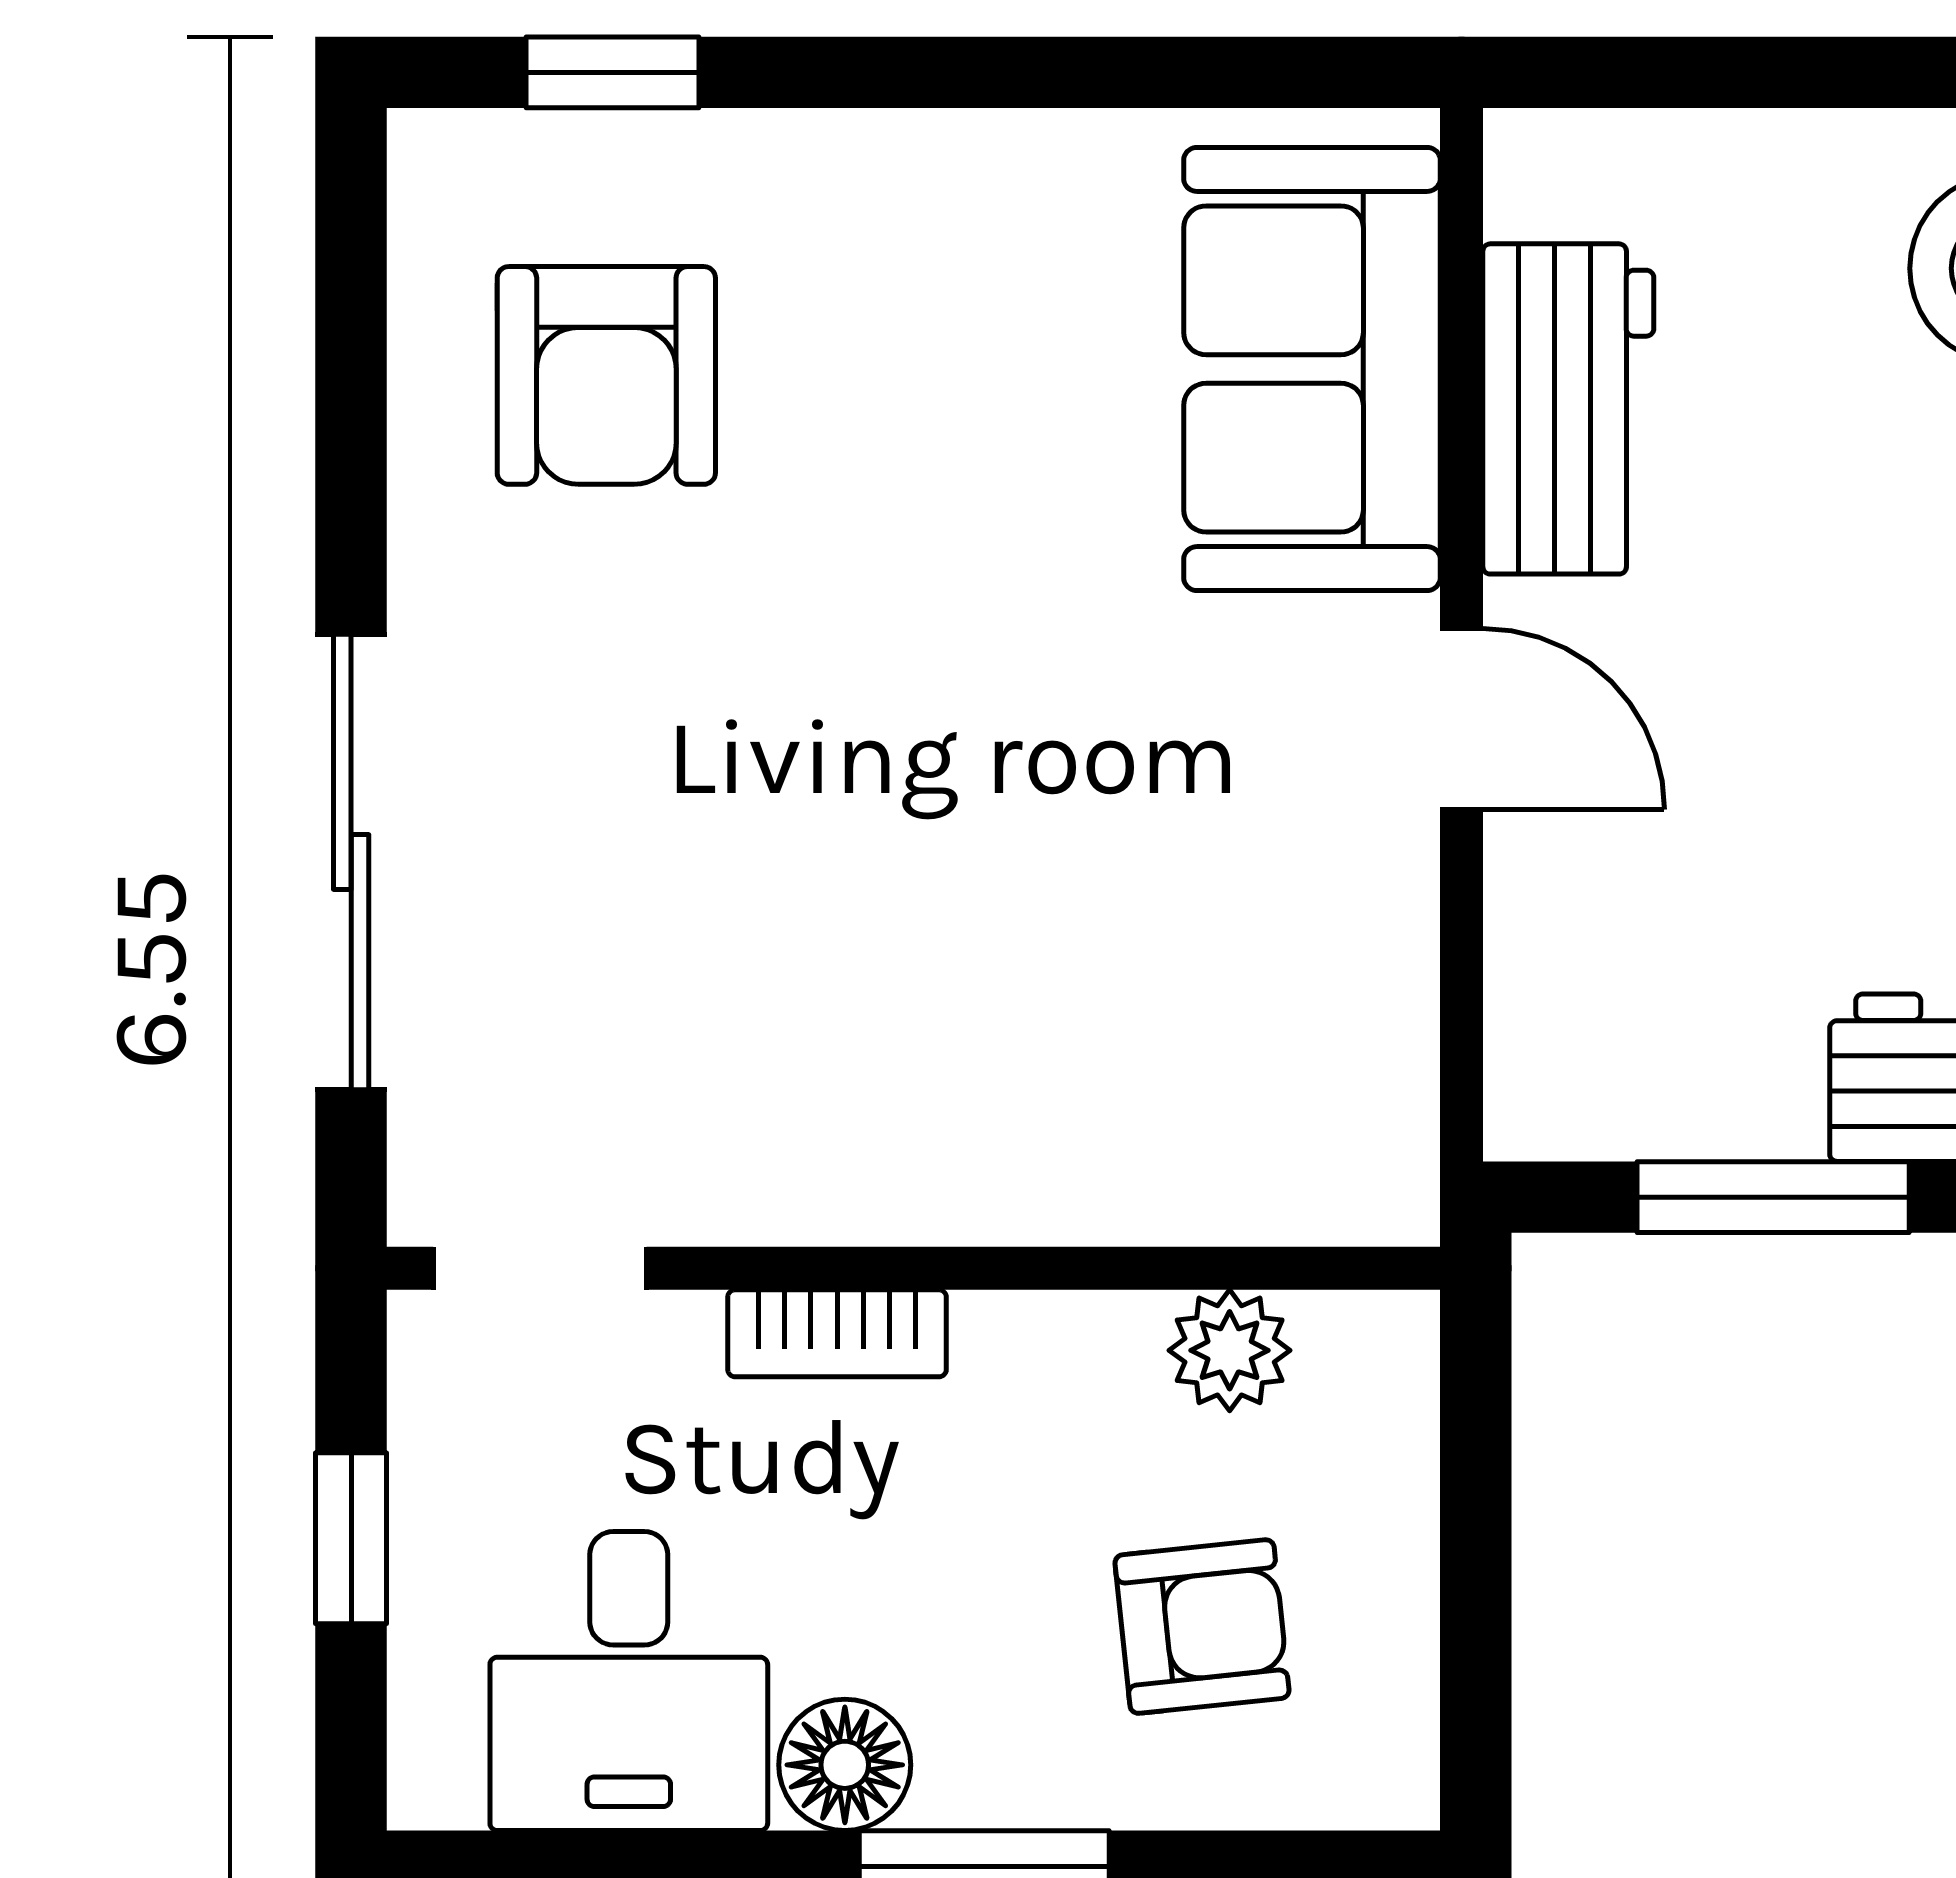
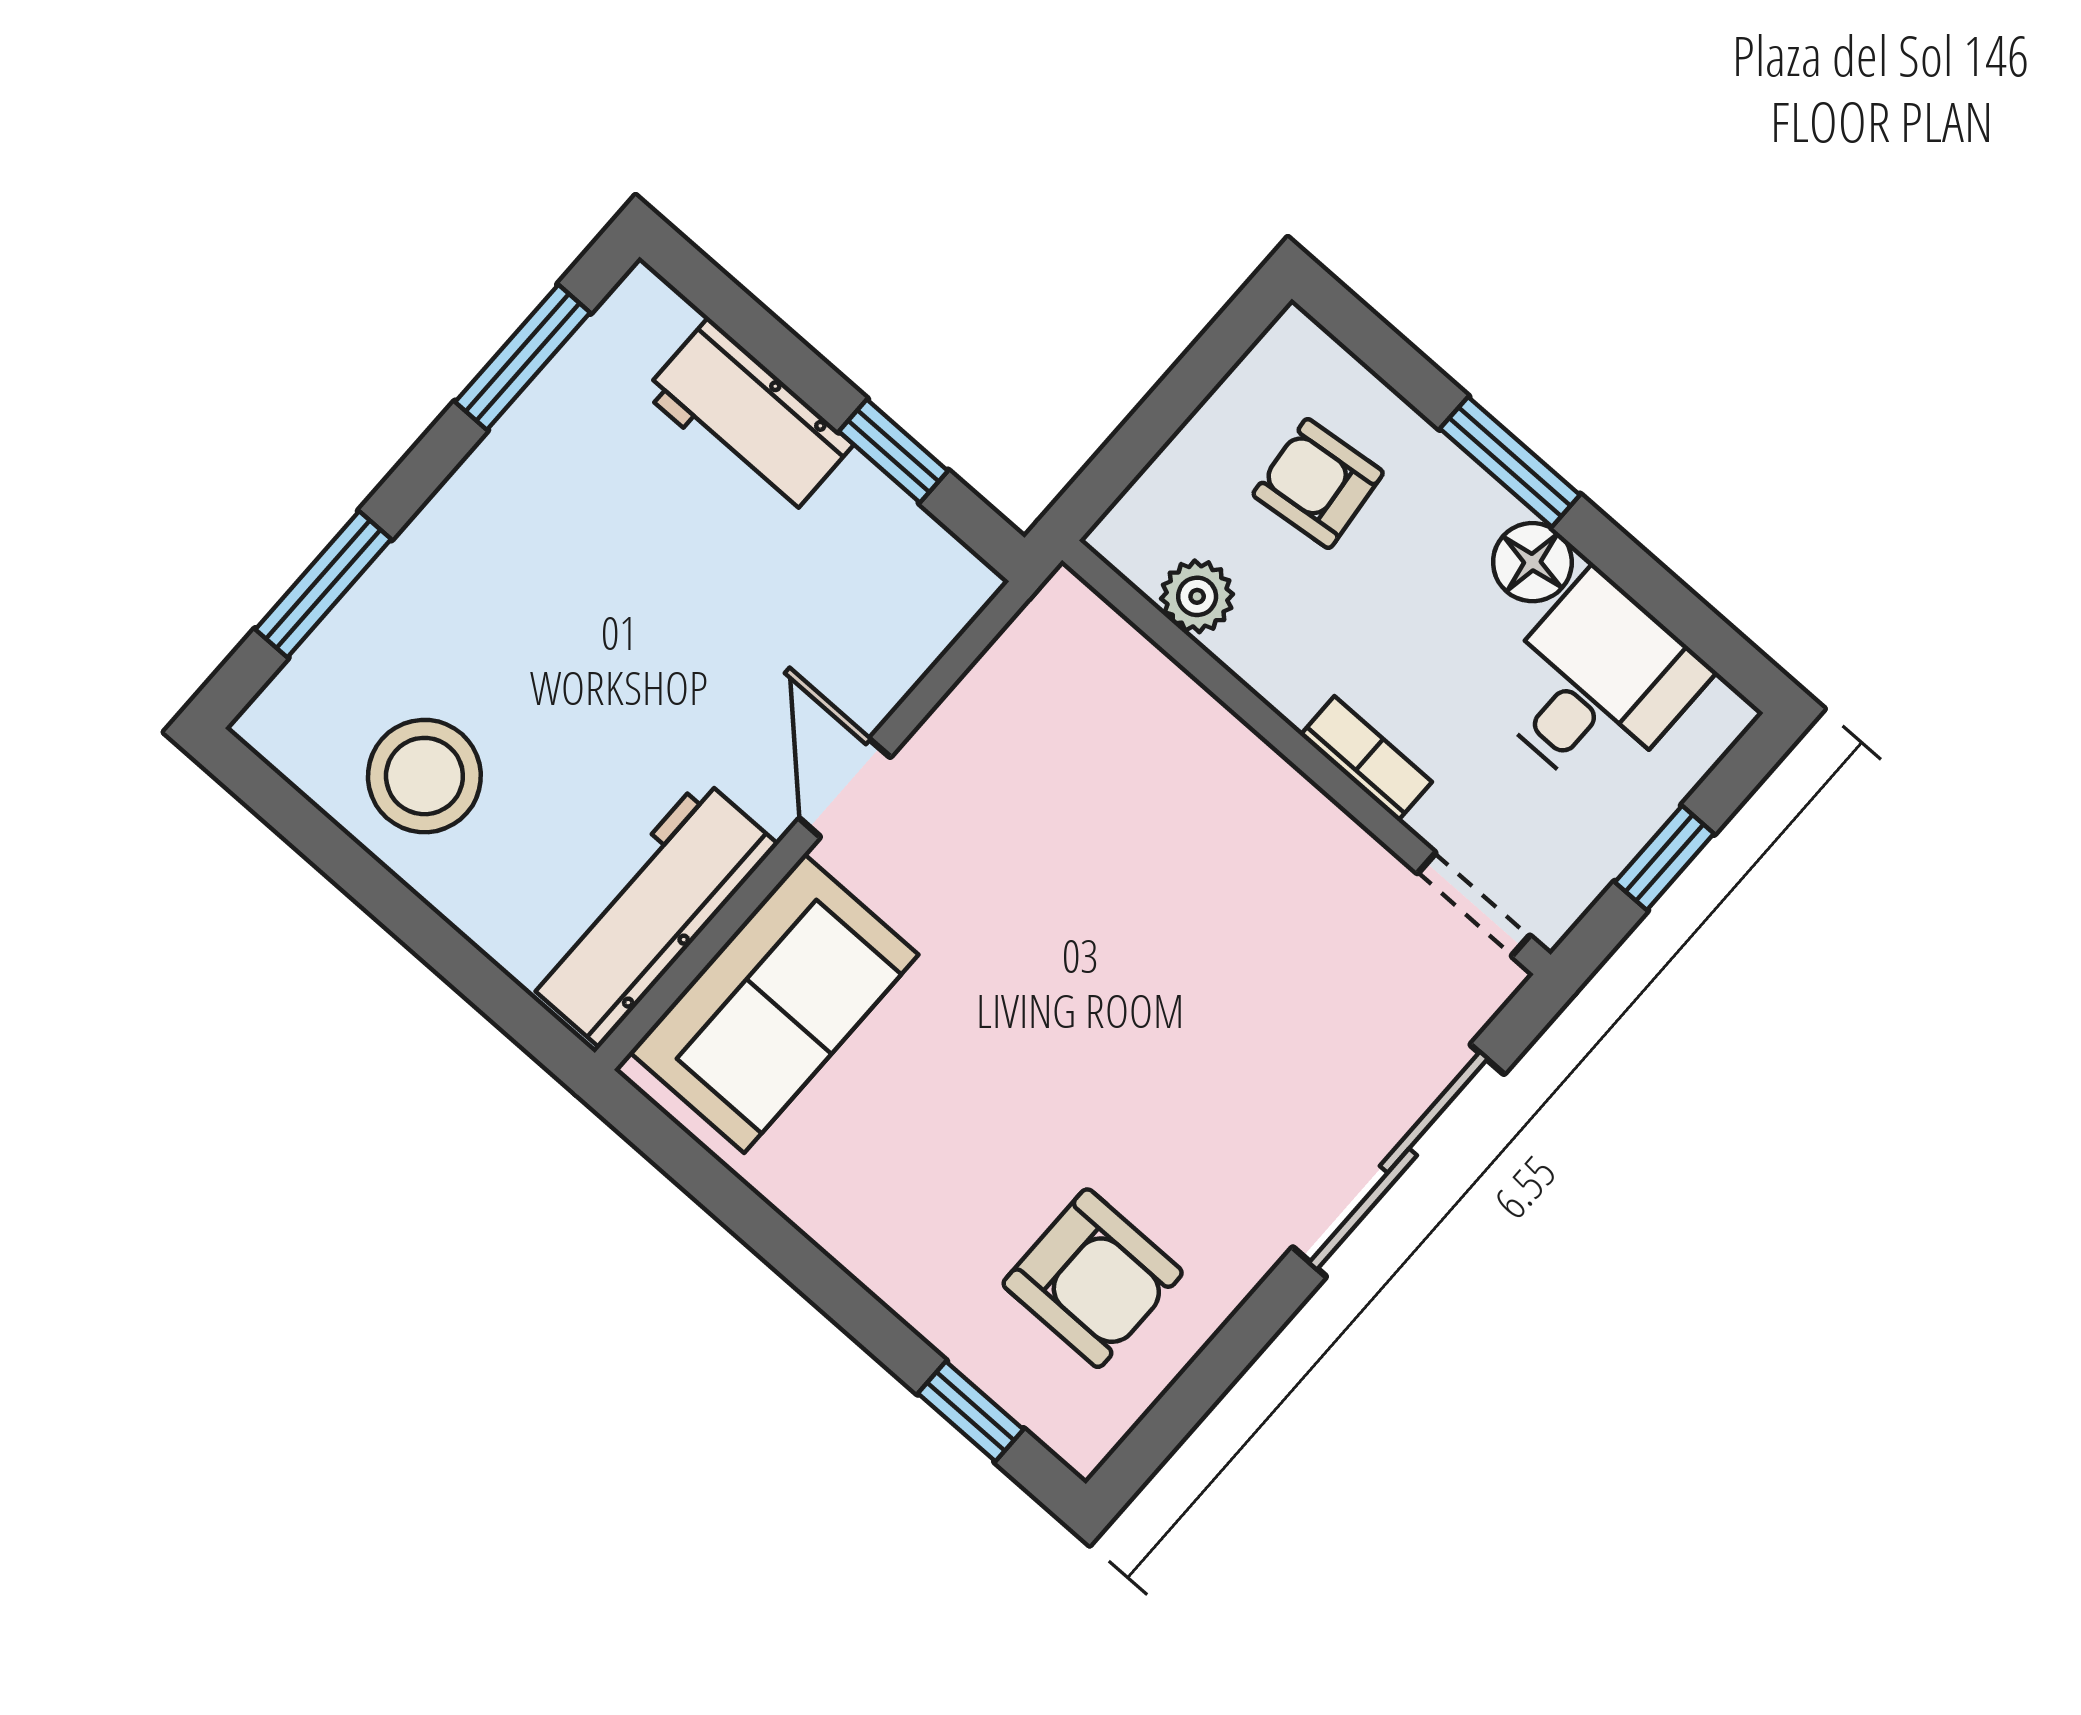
armchair: (606, 375) -> (1093, 1278), turned 90
workbench: (1568, 409) -> (651, 912), width x1.38
window: (1773, 1197) -> (893, 451), width x0.67

